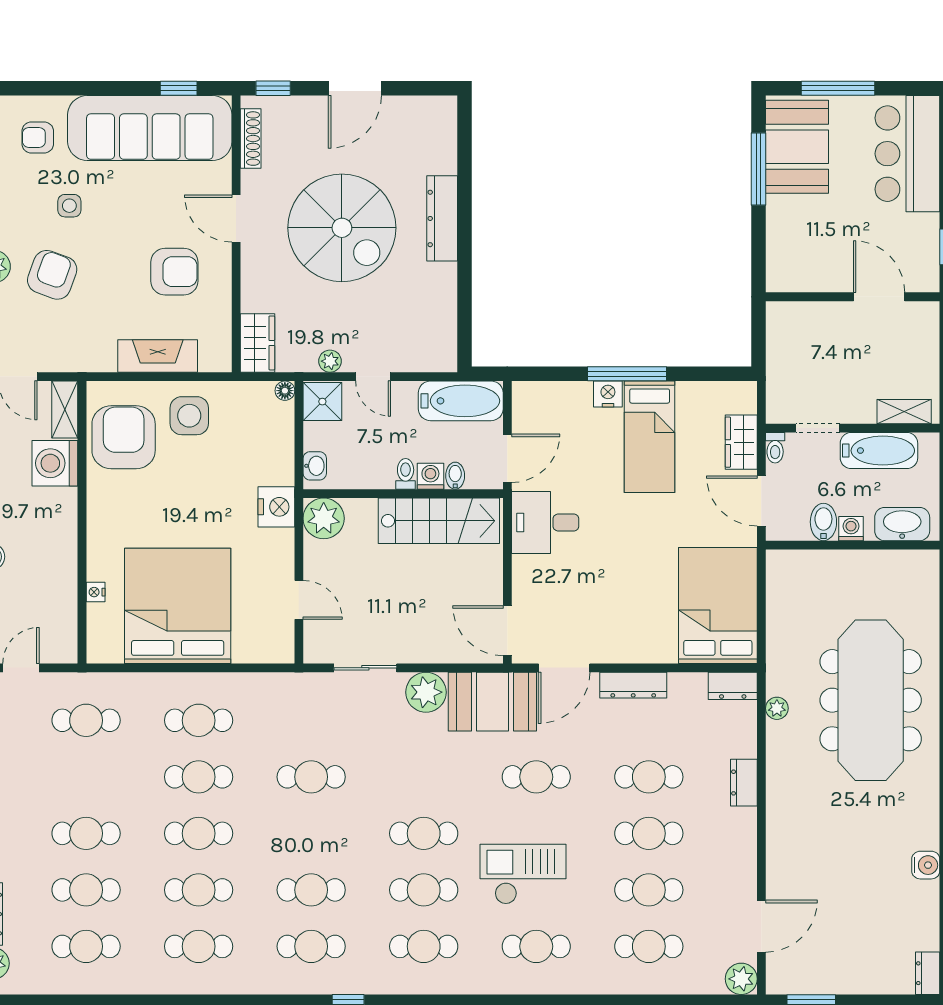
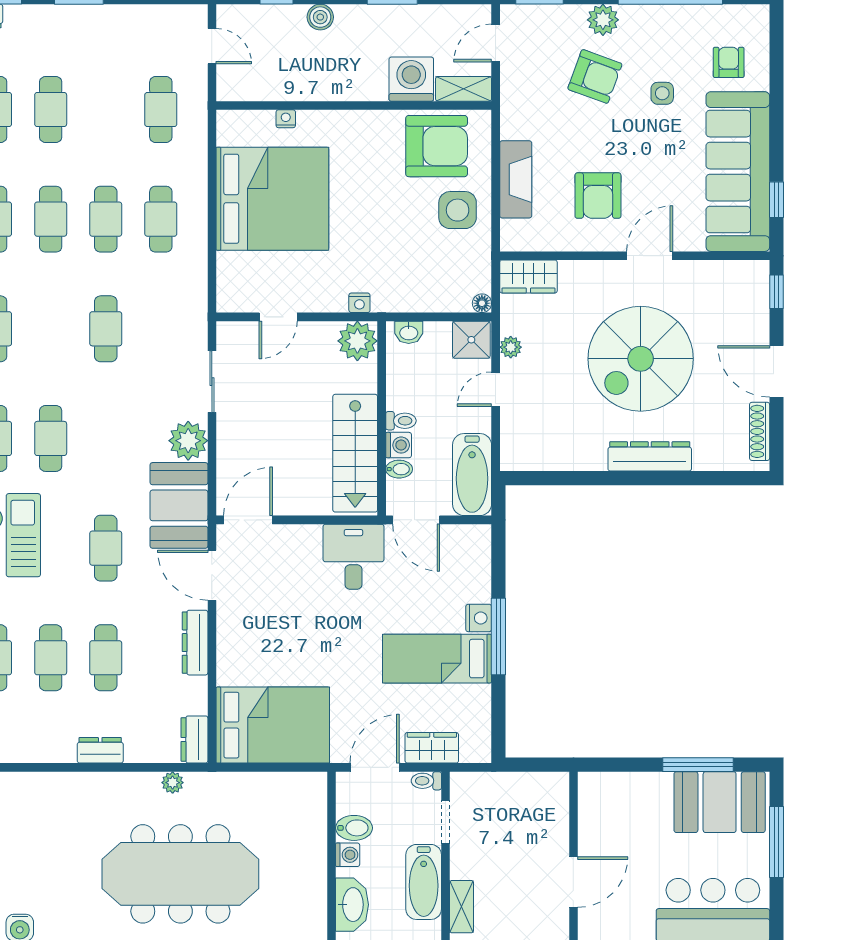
shoe rack: (251, 139) -> (760, 431), moved, turned 90
nightstand: (276, 507) -> (359, 303), width x0.53, depth x0.56

